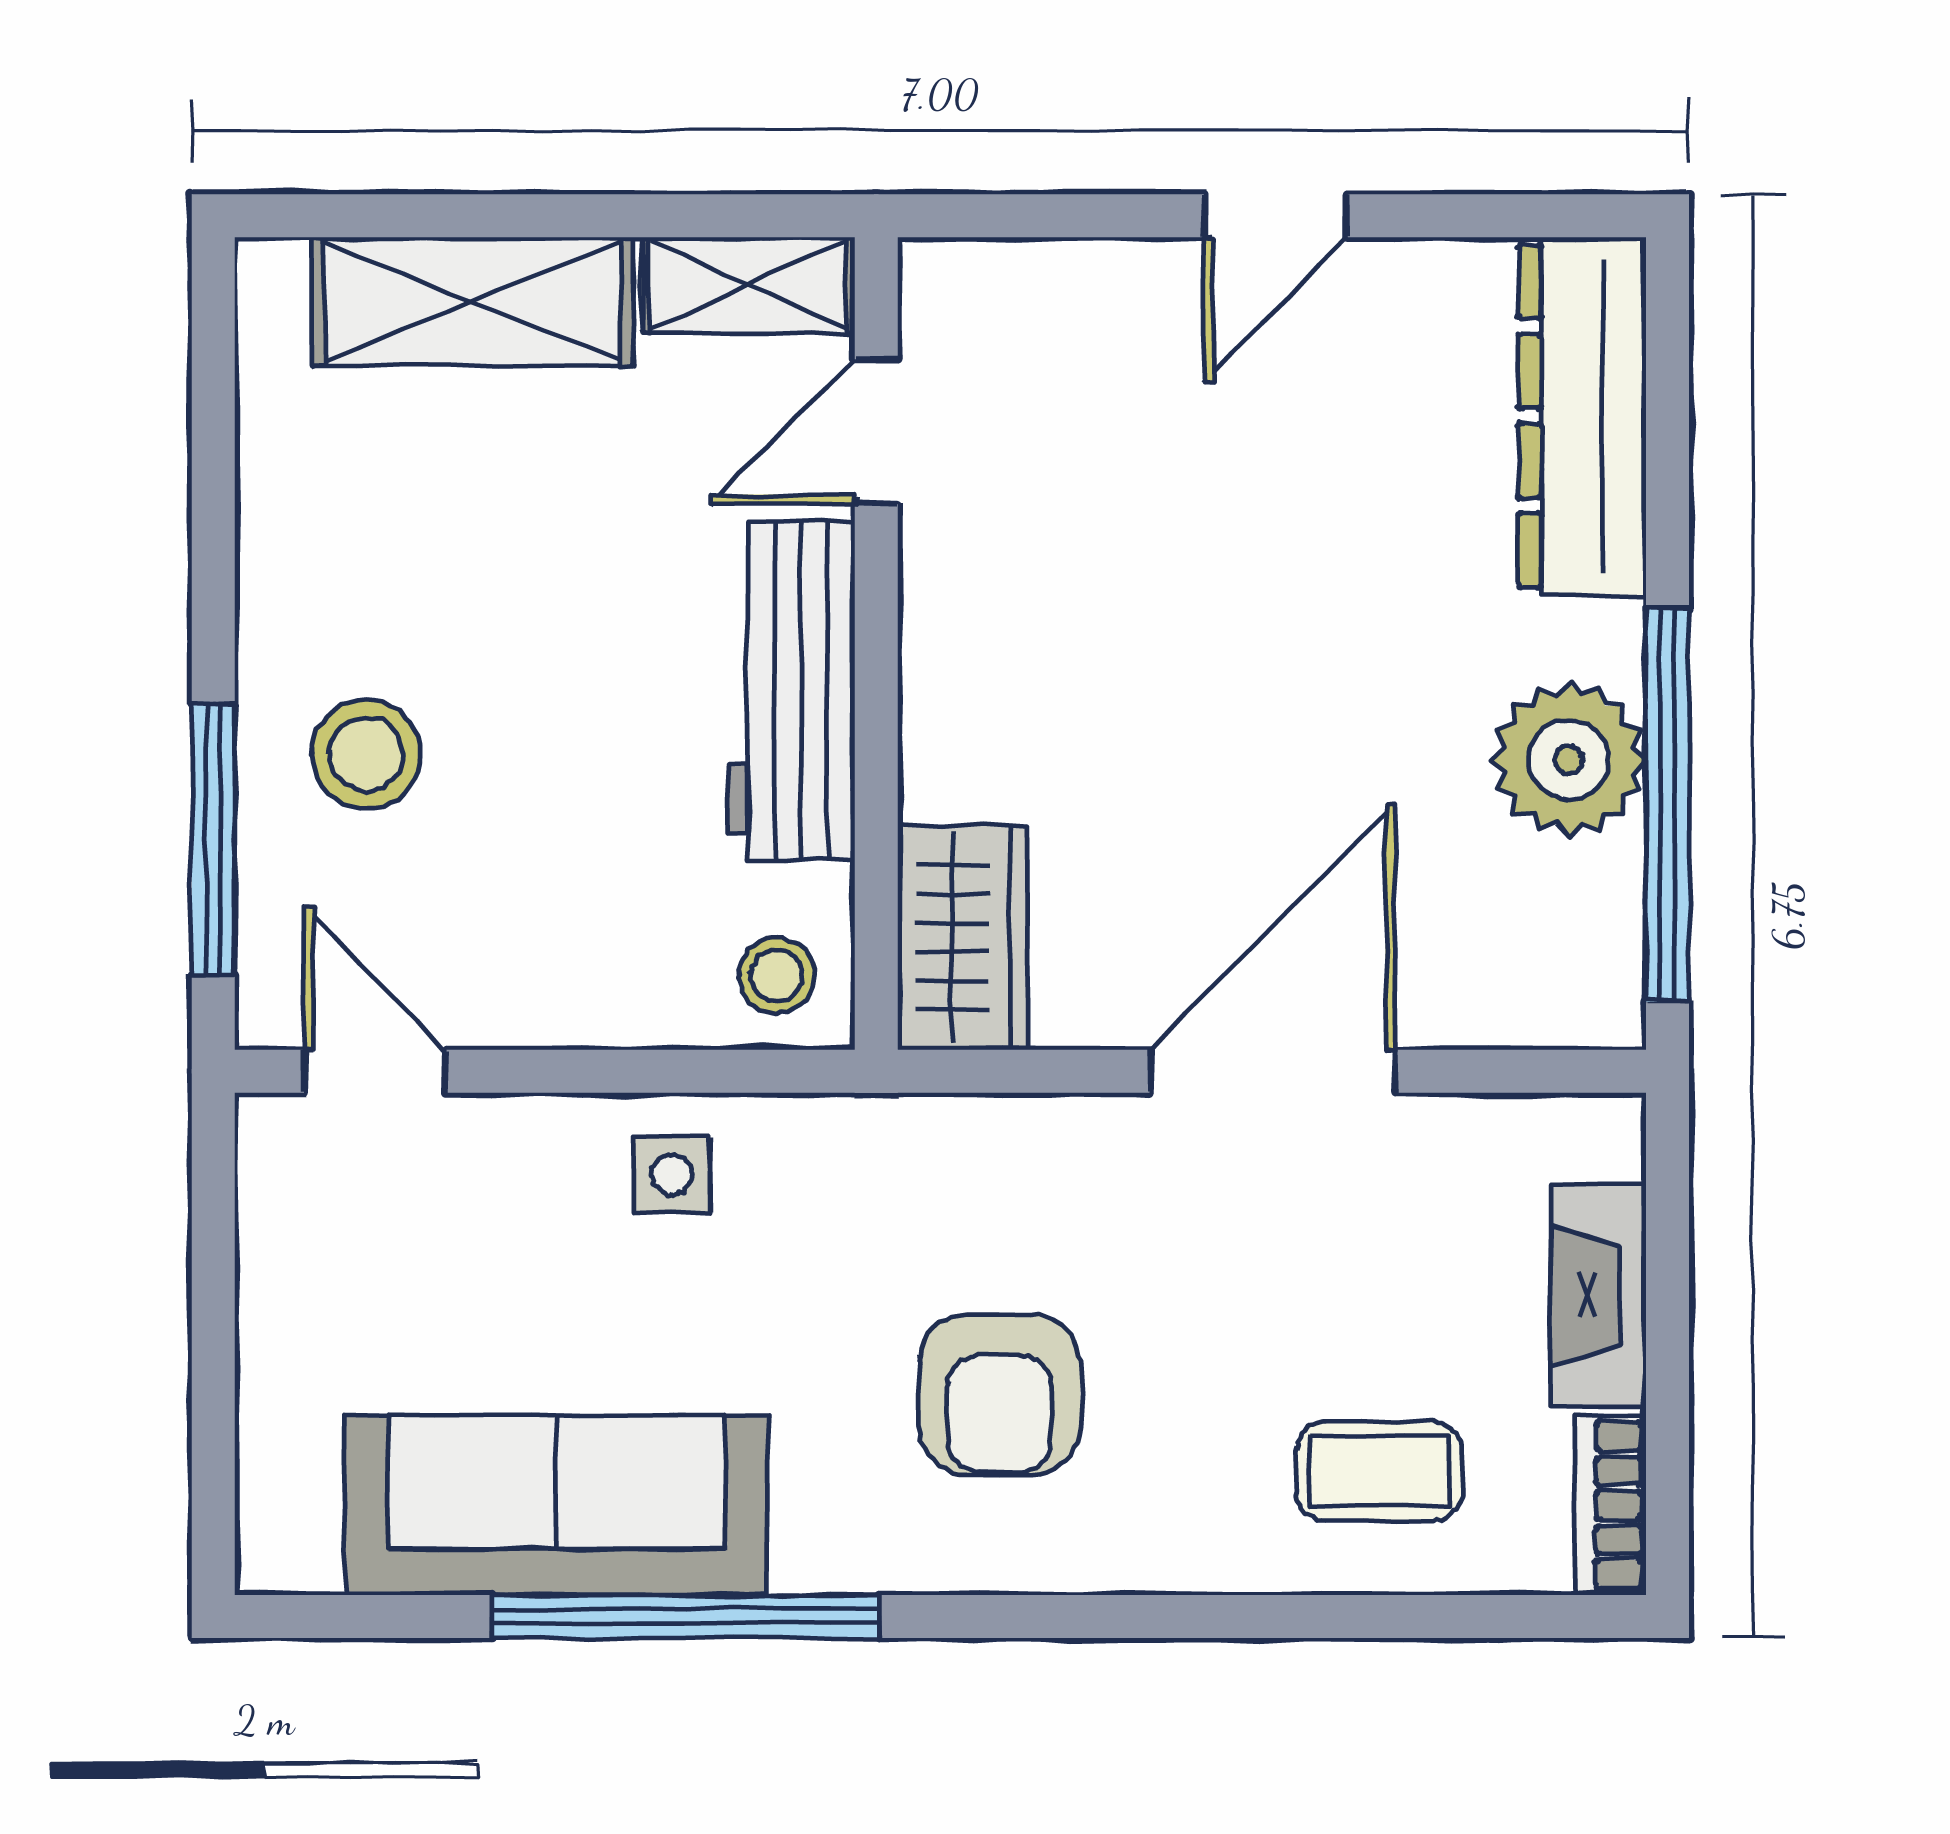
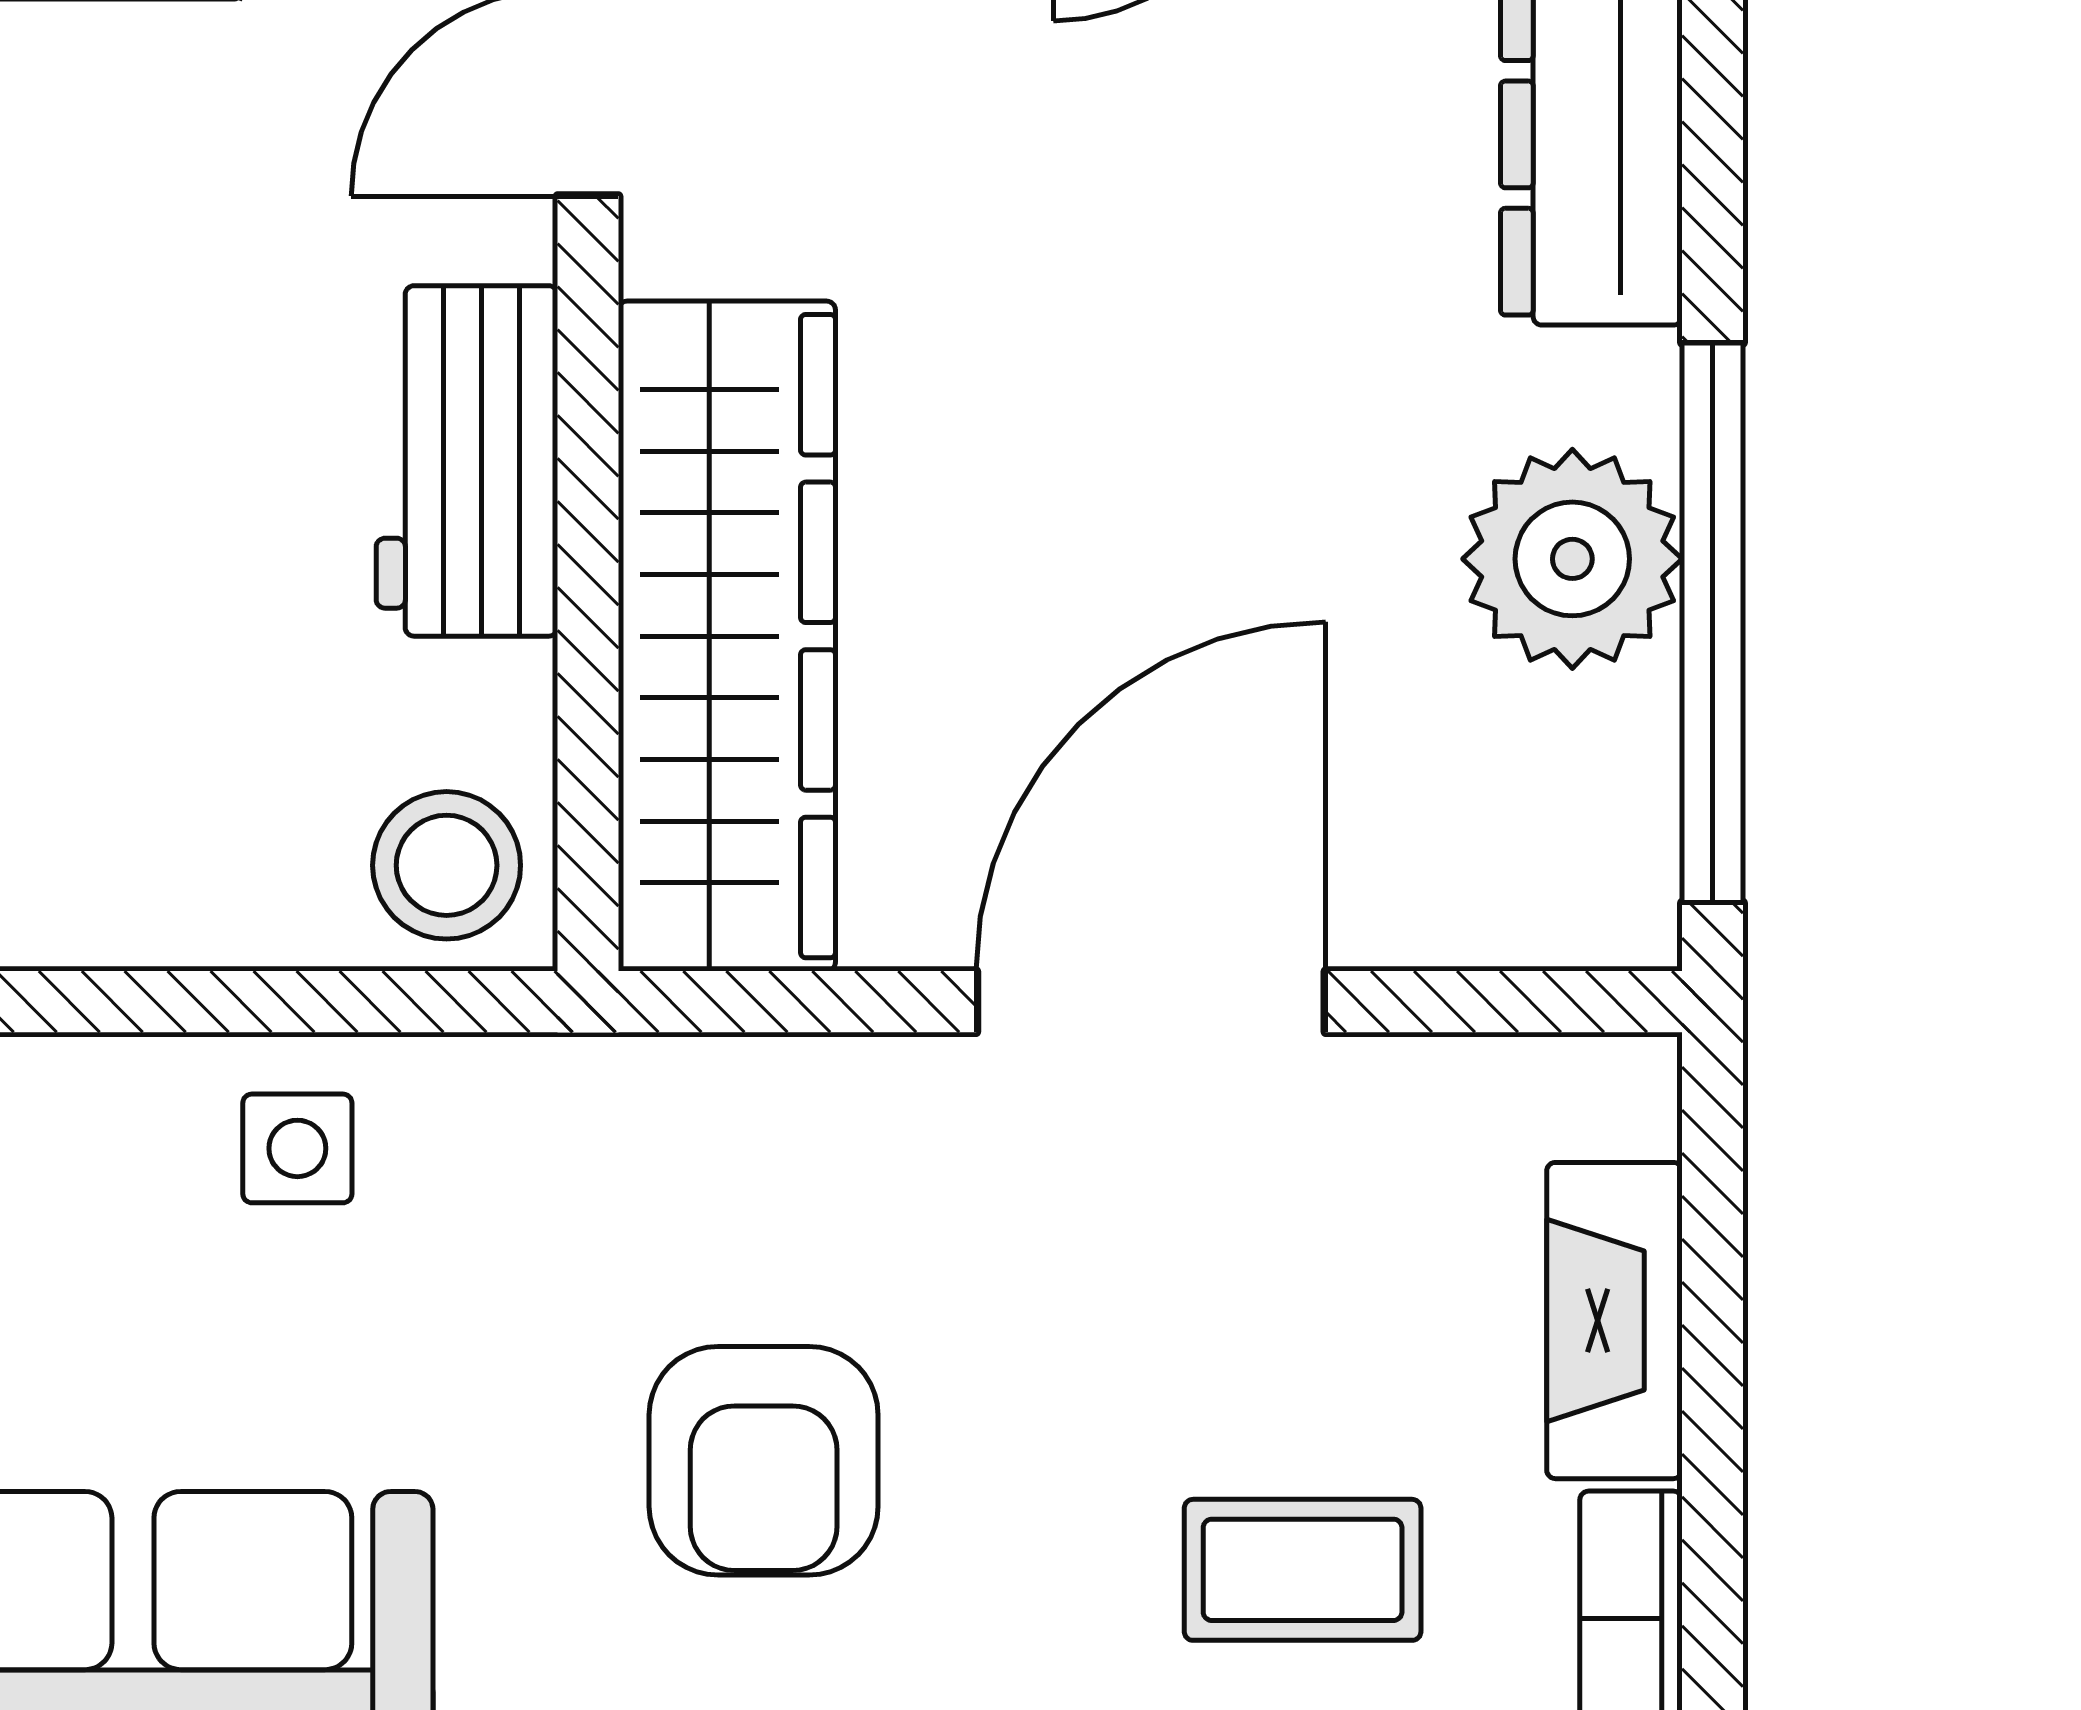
workbench: (791, 691) -> (467, 461), width x0.73
wardrobe: (963, 938) -> (727, 636), width x2.10, depth x1.17
stool: (777, 975) -> (447, 865), width x1.37, depth x1.37

